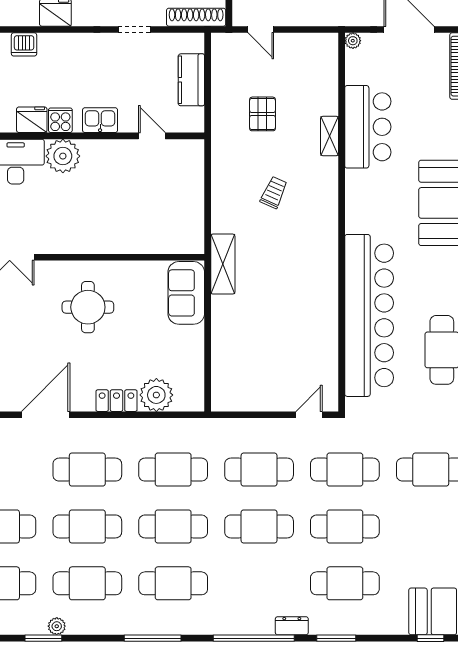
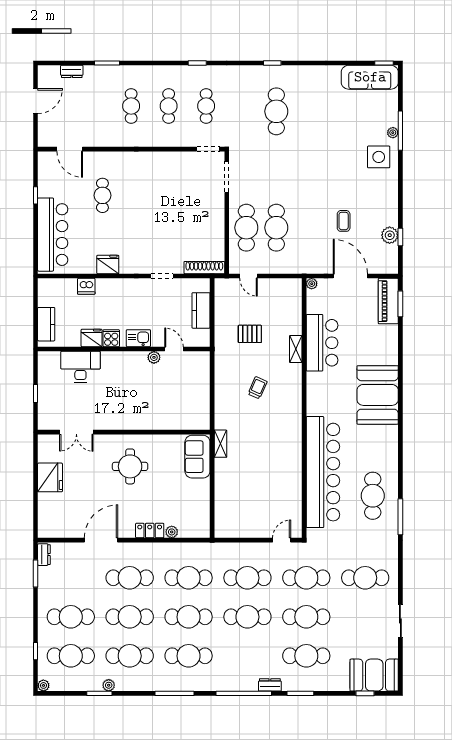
pallet: (262, 114) -> (250, 334), turned 90
plant: (63, 156) -> (154, 357), moved, width x0.53, depth x0.53
shelving: (223, 264) -> (221, 444), width x0.67, depth x0.75
plant: (156, 395) -> (172, 532), width x0.53, depth x0.53

